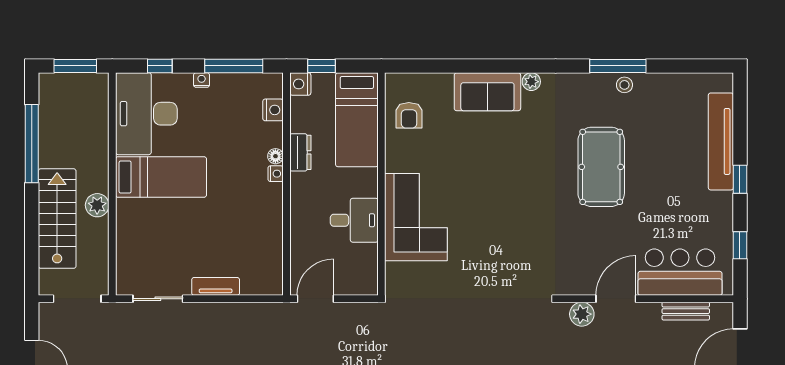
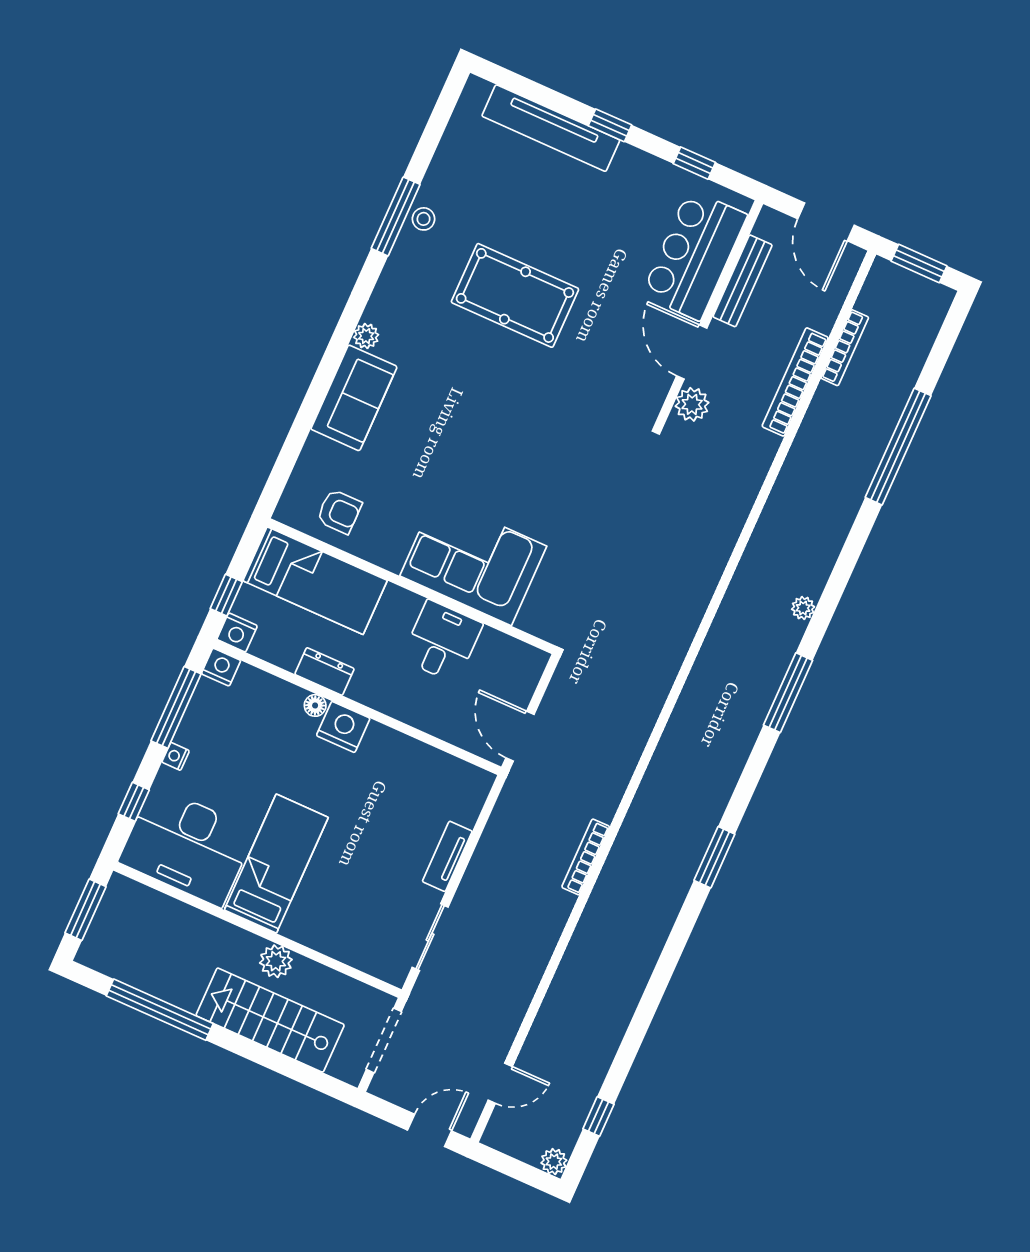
nightstand: (273, 110) -> (221, 667), moved
nightstand: (276, 174) -> (343, 727), width x1.89, depth x1.79
bench: (686, 311) -> (743, 281), width x1.36

